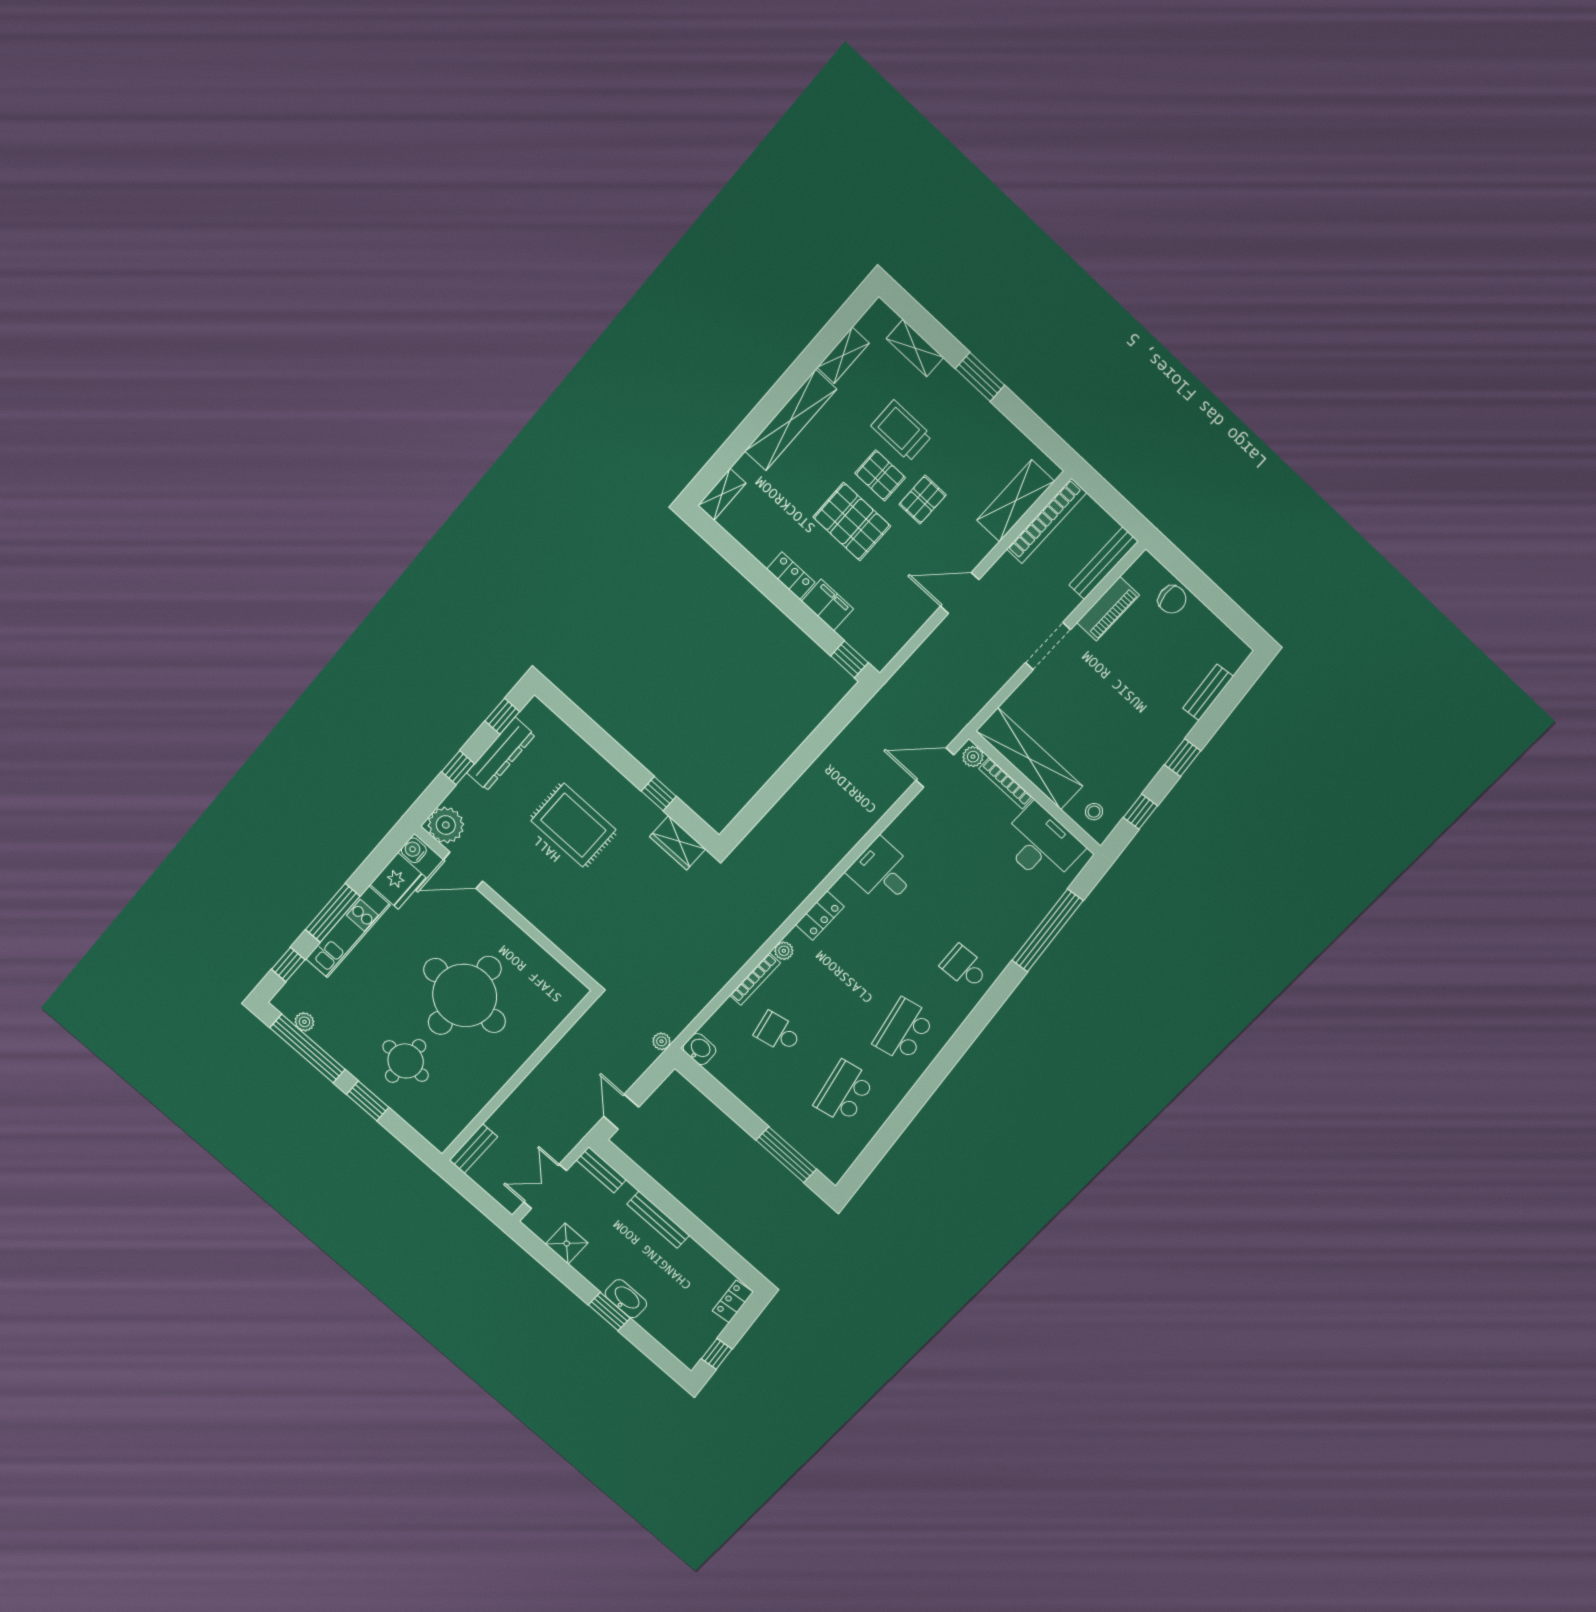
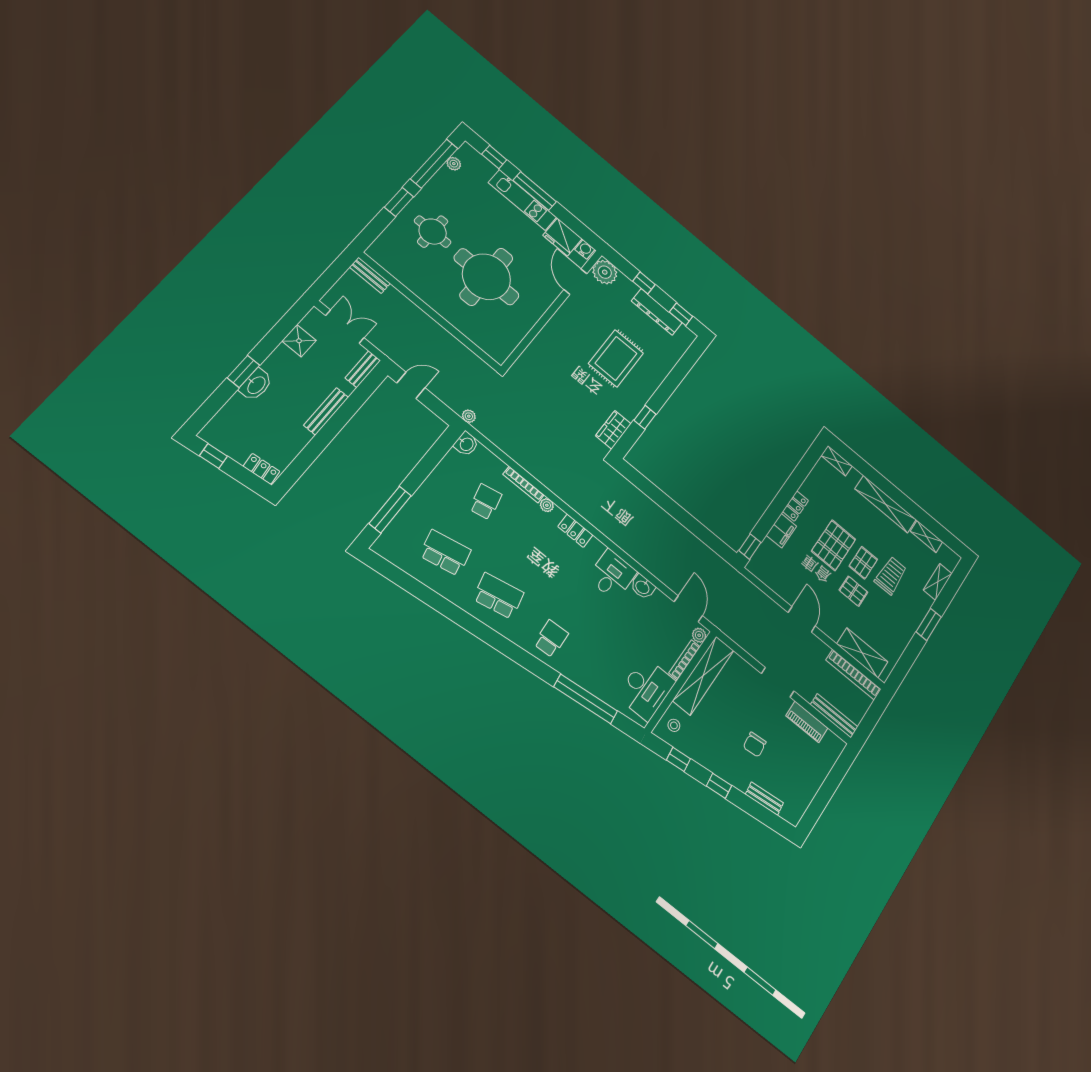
chair: (1172, 599) -> (755, 745), moved
washbasin: (901, 830) -> (643, 587), added

